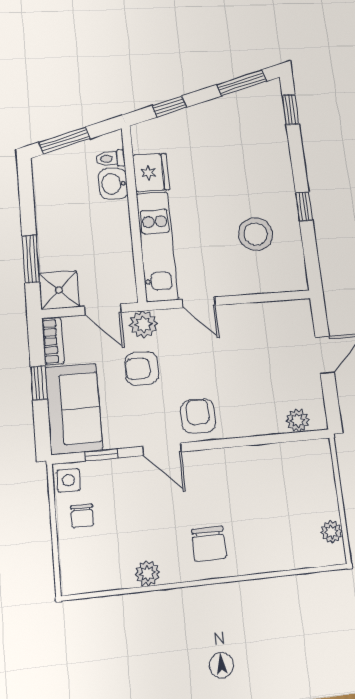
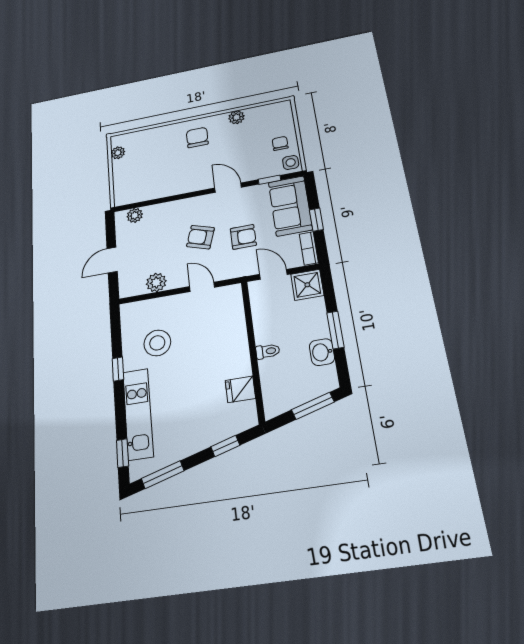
toilet: (111, 158) -> (268, 351), moved
fridge: (151, 172) -> (240, 389), width x0.72
washbasin: (113, 184) -> (322, 352), moved, turned 180
kitchen unit: (157, 246) -> (138, 414), moved, turned 180
window: (31, 259) -> (335, 330), moved
plant: (143, 324) -> (156, 282), moved
armchair: (198, 416) -> (200, 237), moved, turned 108

